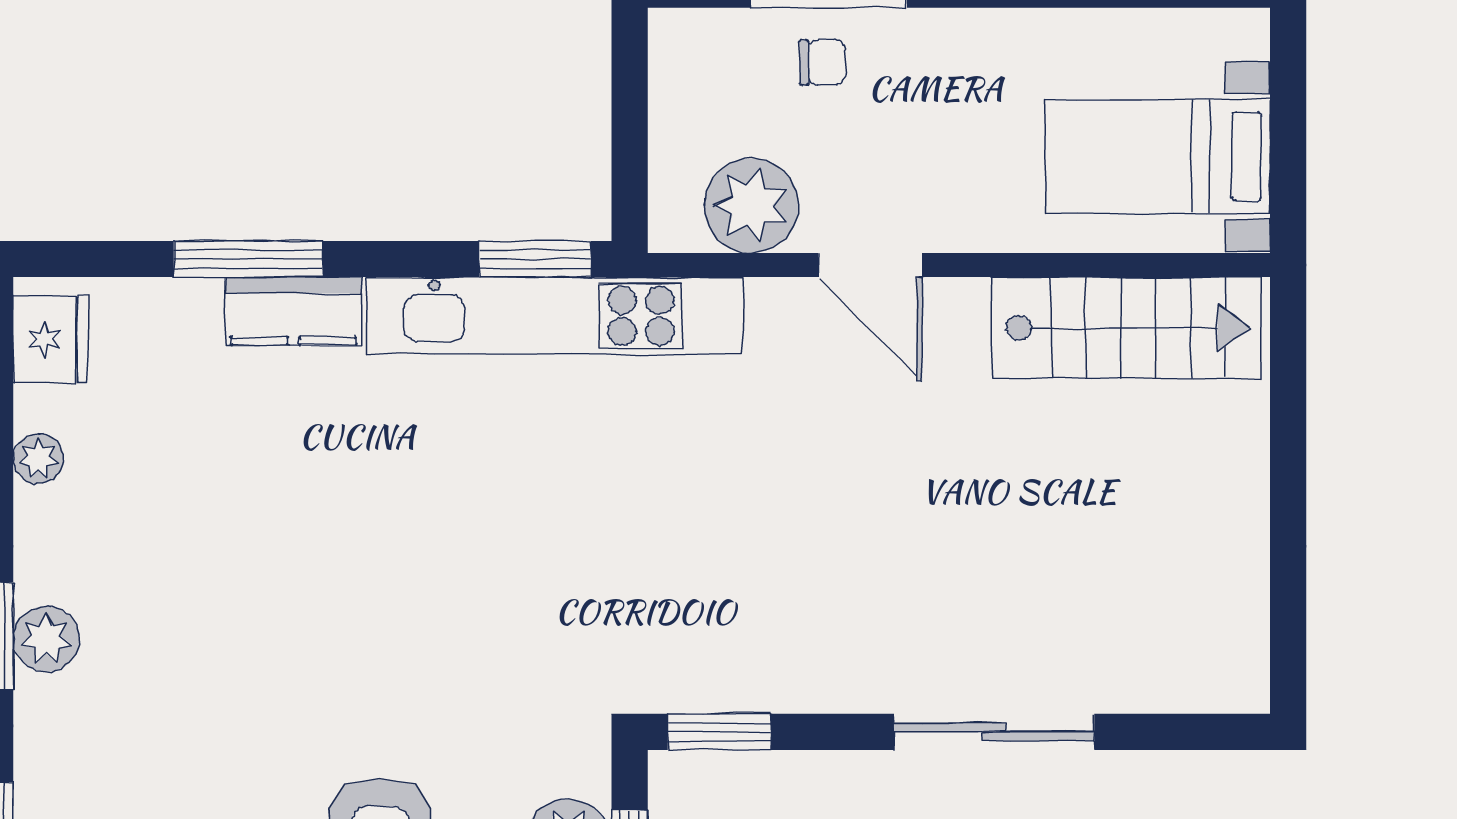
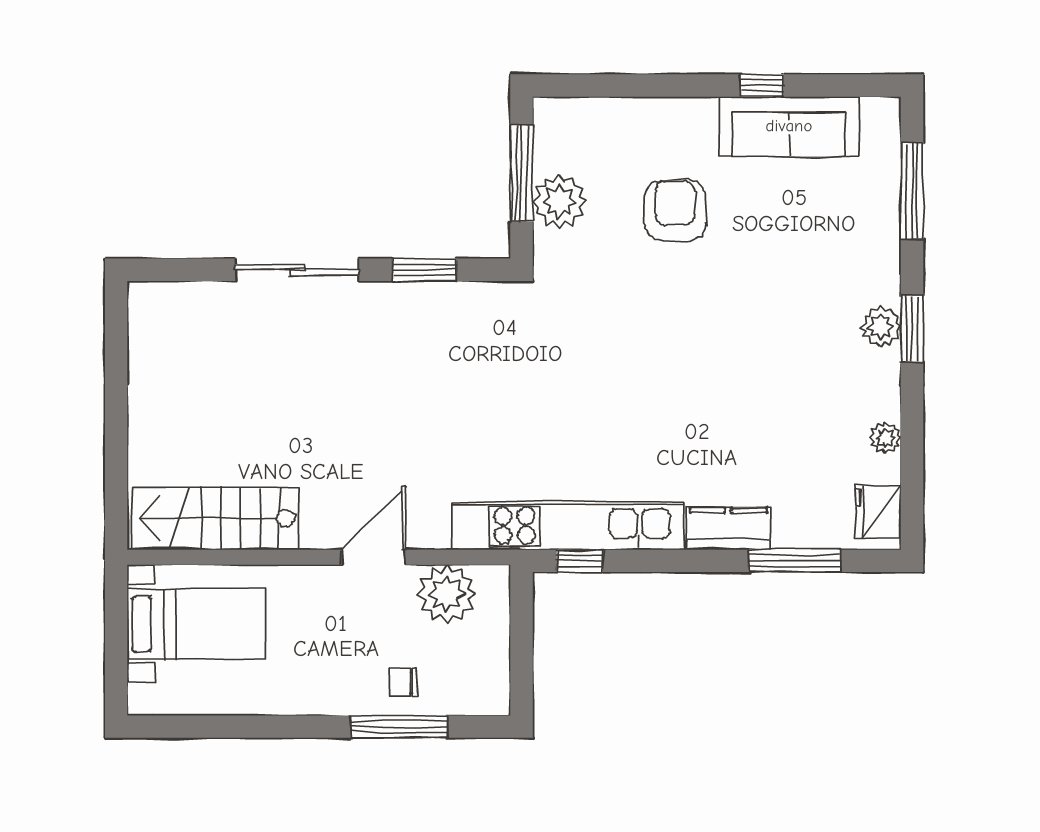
window: (248, 259) -> (794, 561), moved
window: (535, 259) -> (580, 561), width x0.67
door: (870, 265) -> (373, 557), hinge flipped
window: (719, 732) -> (424, 270), moved

